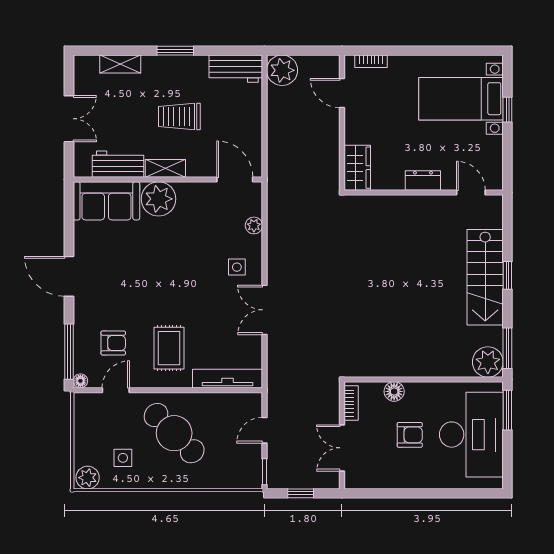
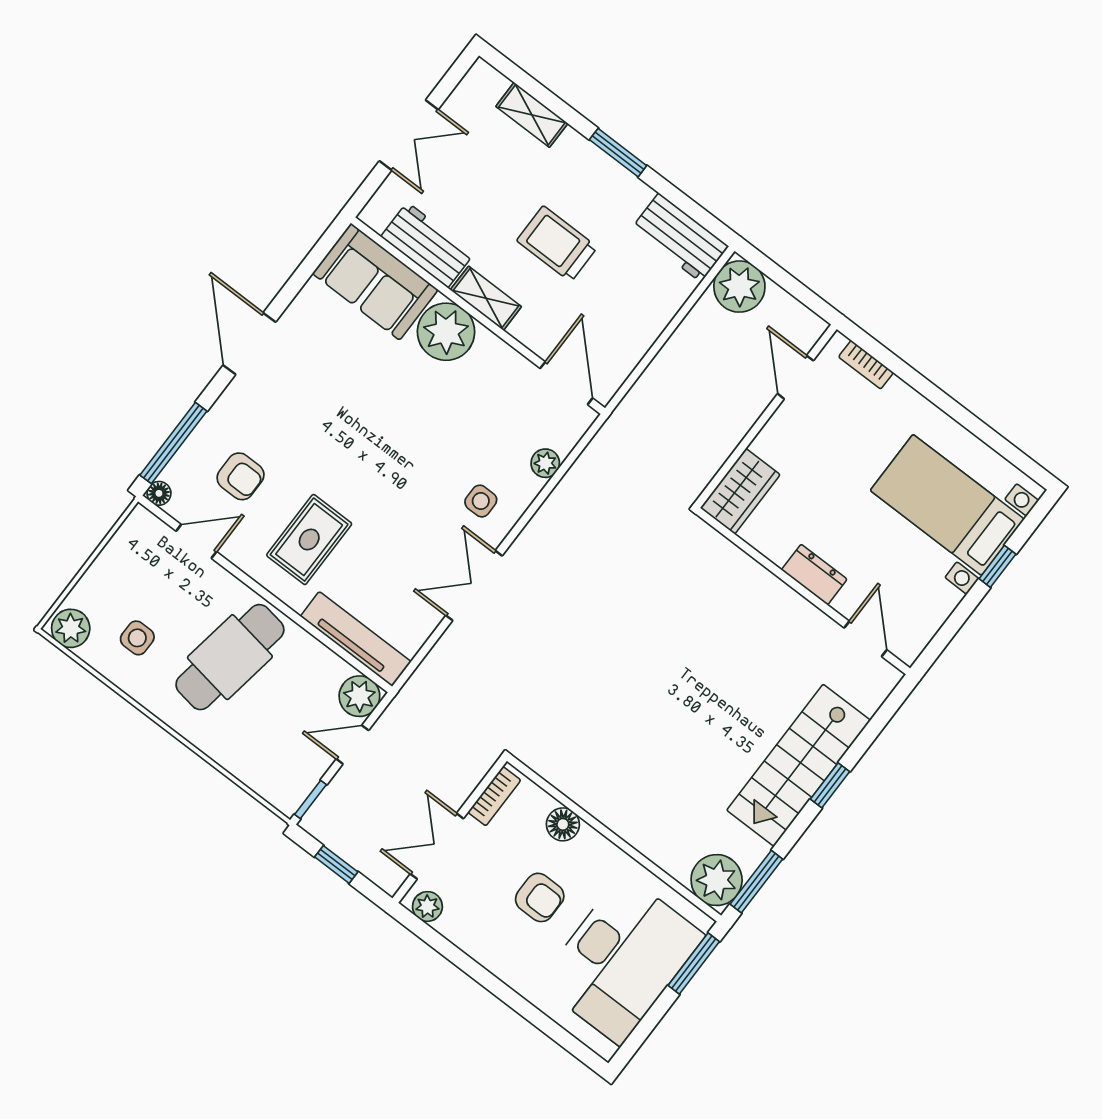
plant: (250, 405) -> (359, 696), added
cafe table: (174, 433) -> (230, 657), turned 54
plant: (359, 480) -> (427, 906), added

